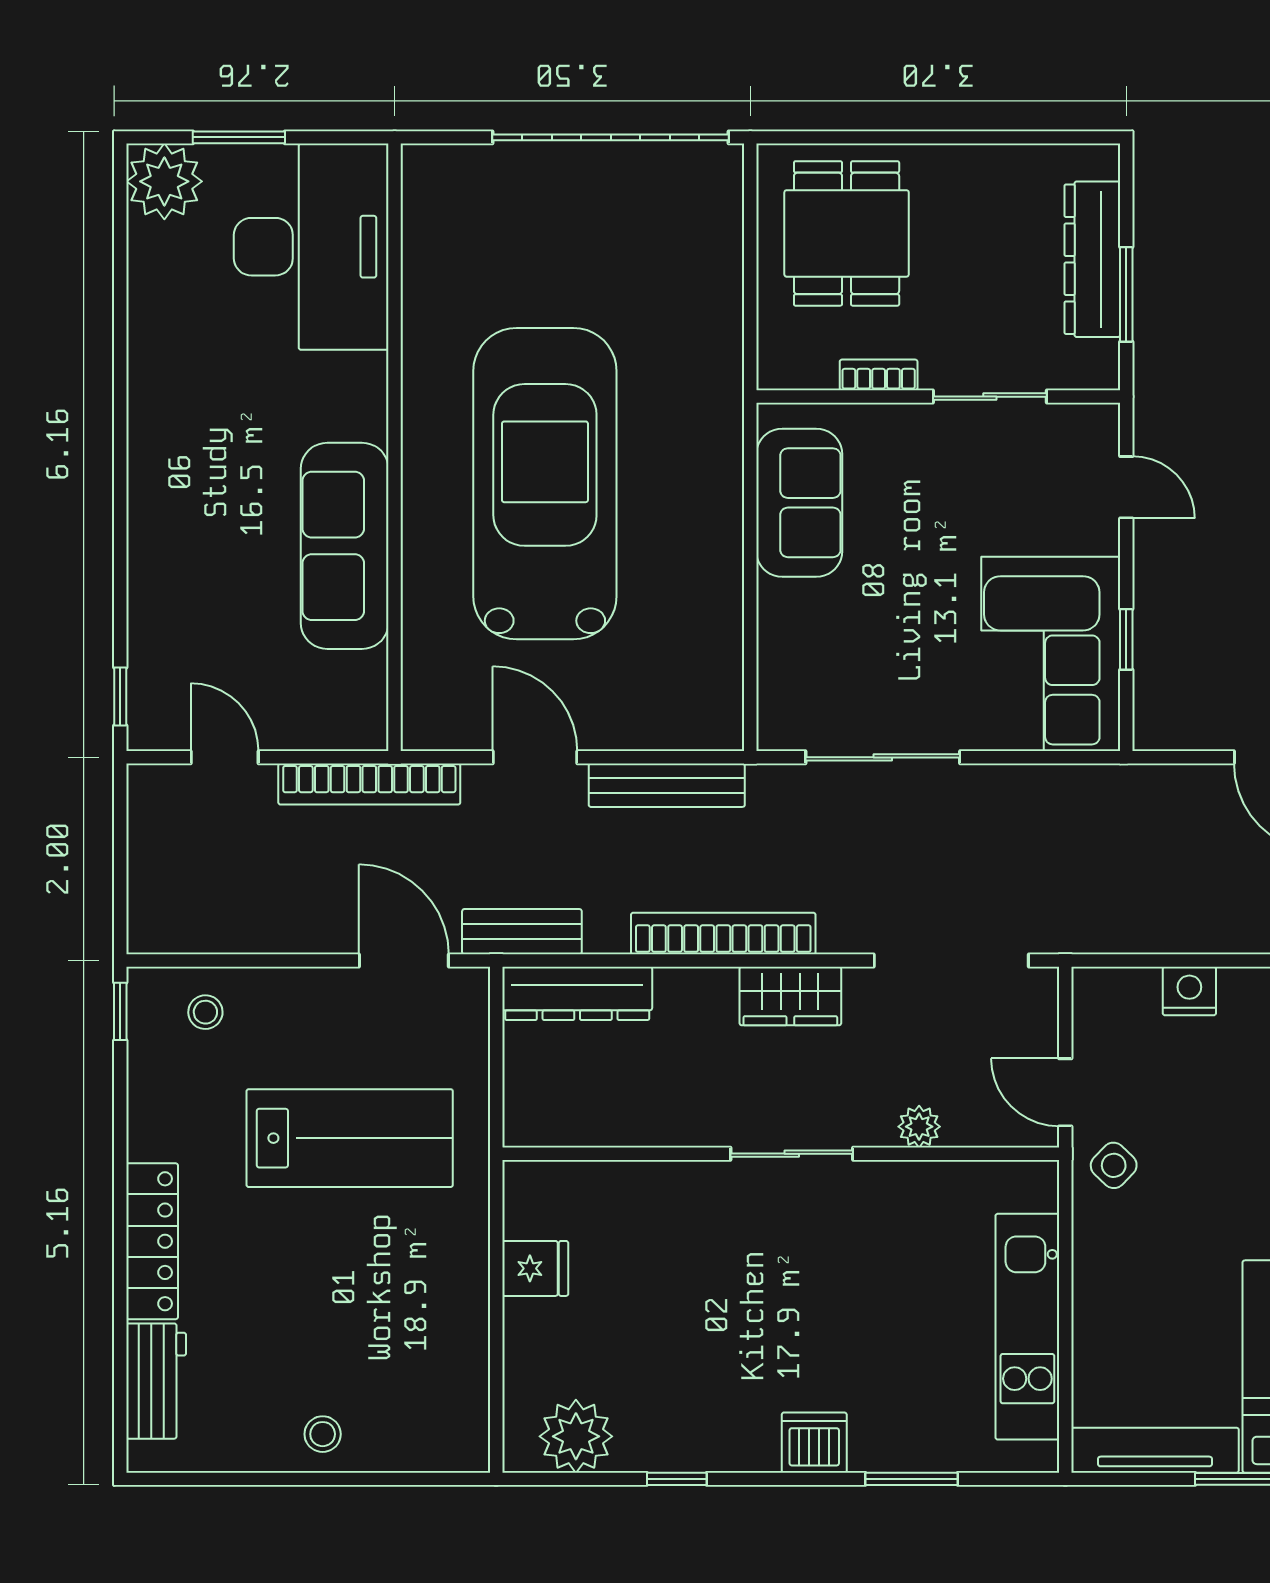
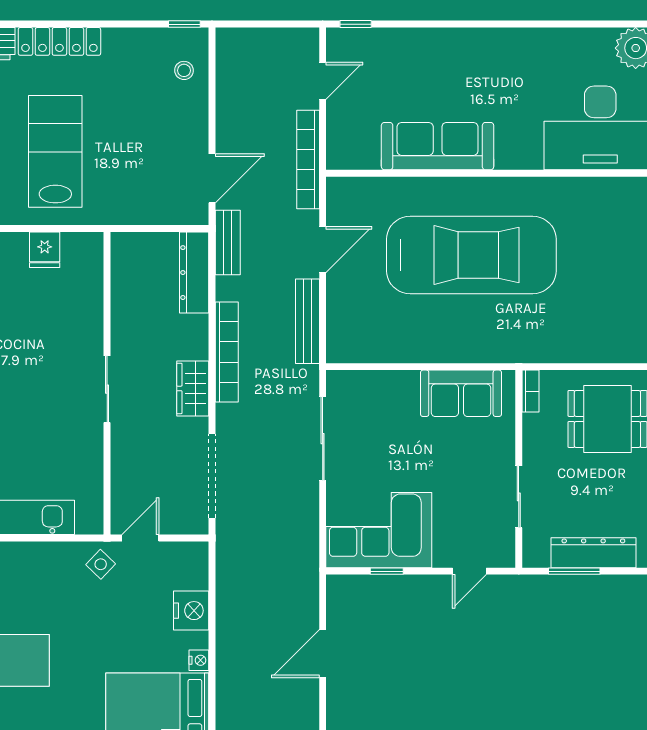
bookcase: (879, 375) -> (530, 391), moved
nightstand: (1189, 991) -> (191, 611), width x1.36, depth x1.33
plant: (919, 1127) -> (122, 458), removed
lab bench: (350, 1138) -> (55, 151), moved, turned 180

